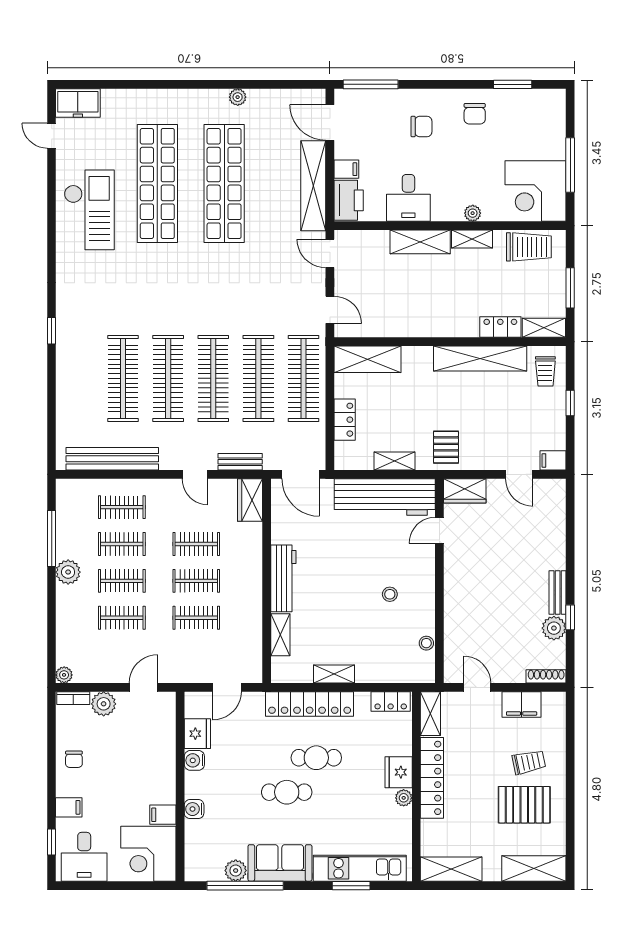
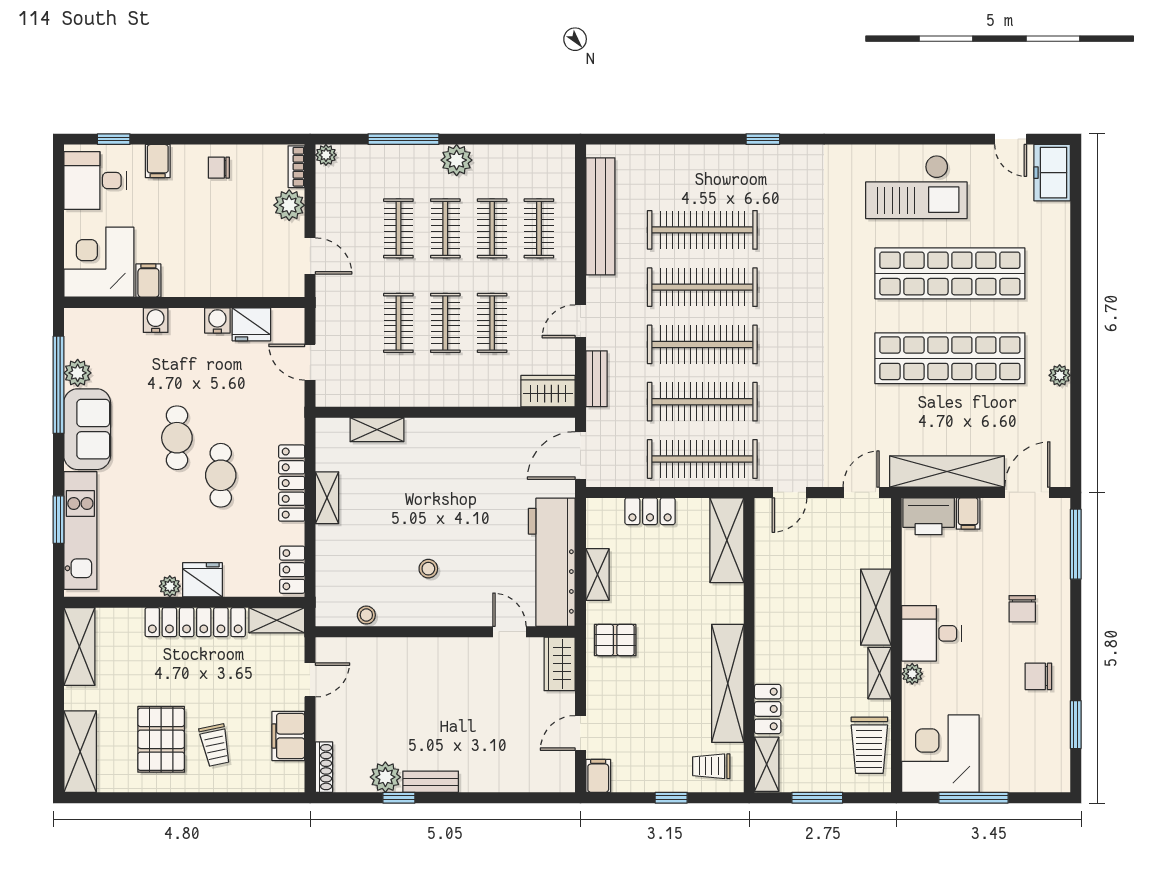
door: (52, 136) -> (1011, 139), swing flipped
desk: (408, 198) -> (932, 633), moved
window: (52, 538) -> (403, 139), moved
workbench: (283, 578) -> (448, 433), removed
locker: (310, 704) -> (292, 483), width x0.71, depth x0.83

